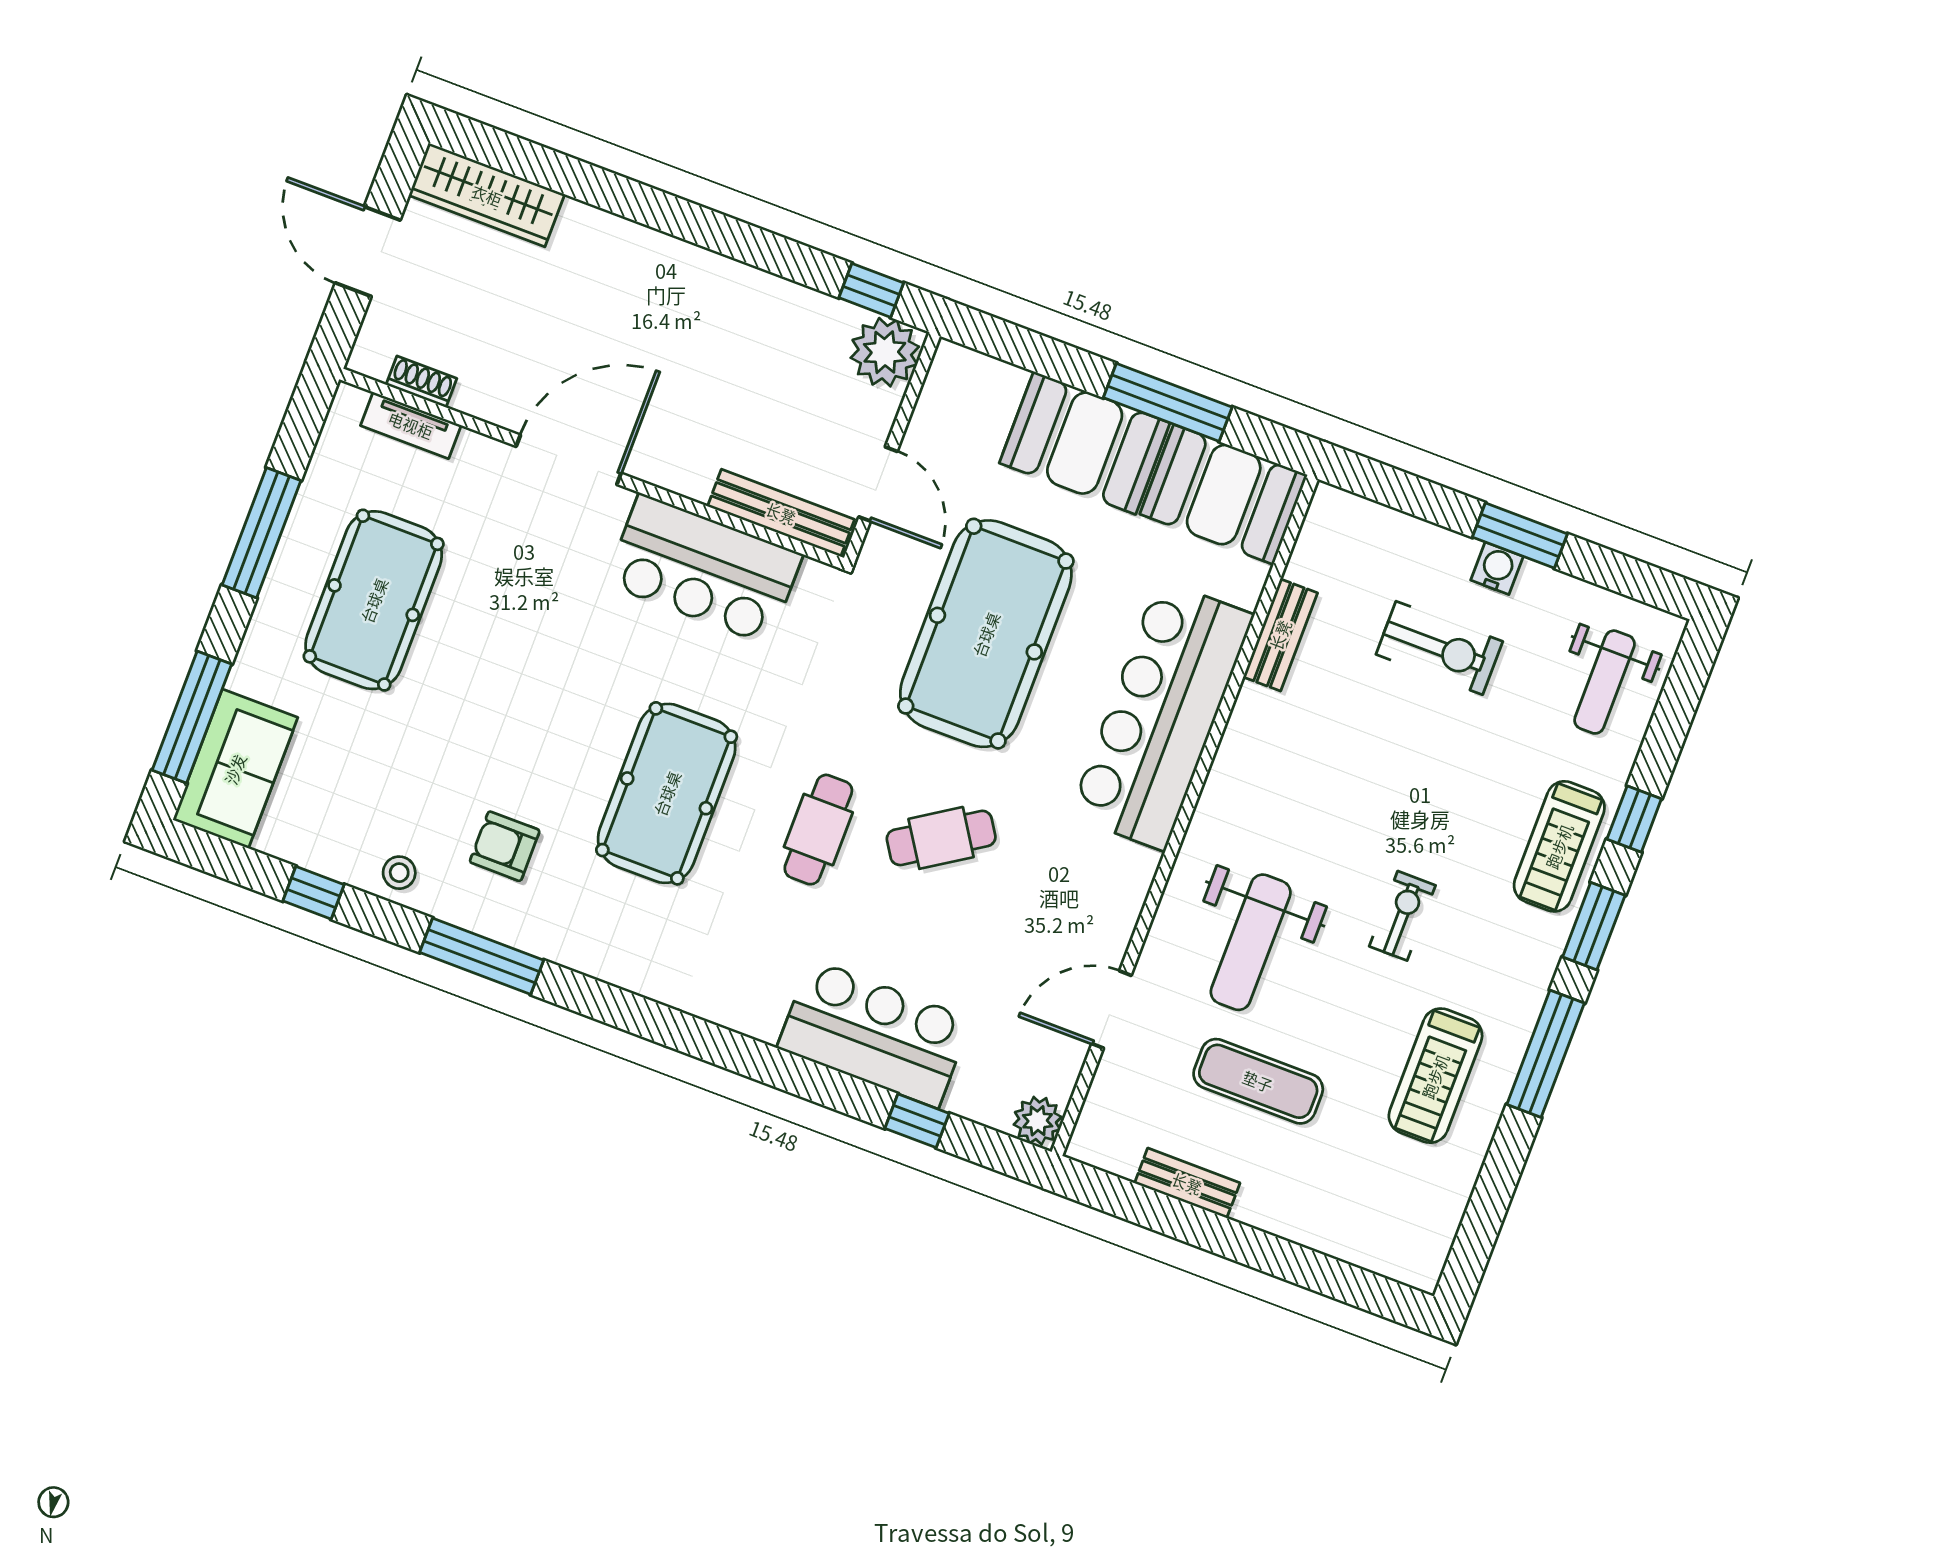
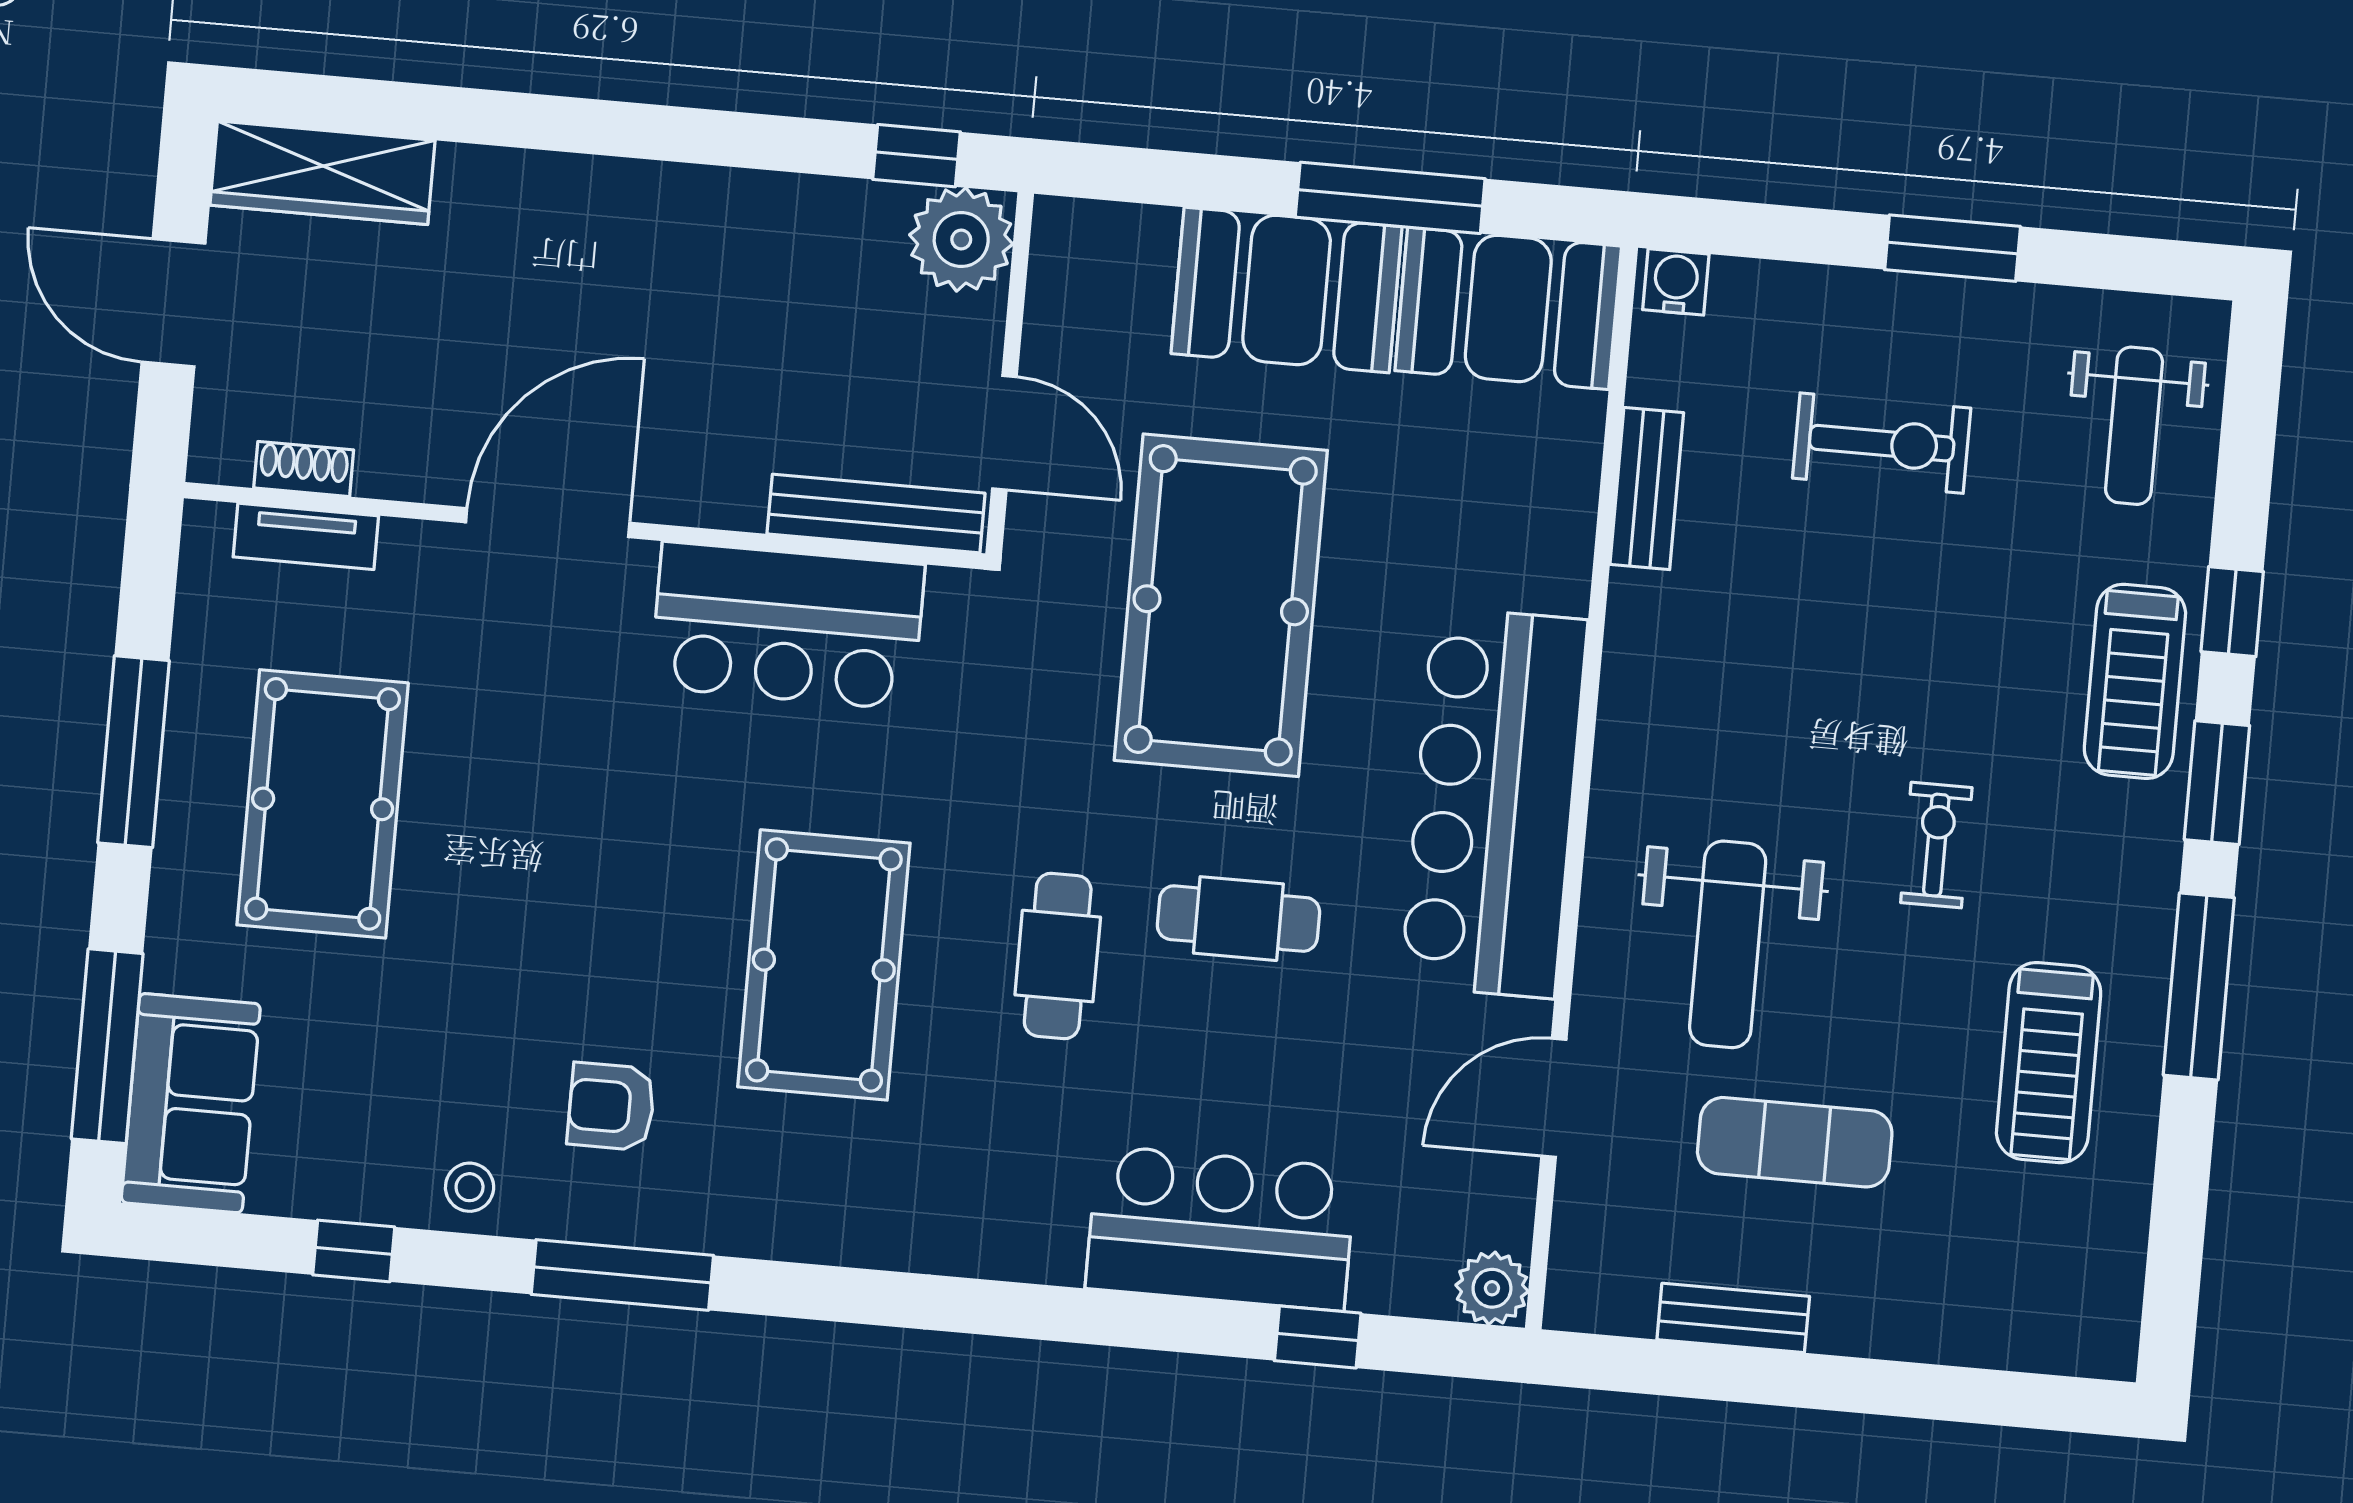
water cooler: (1497, 568) -> (1676, 282), moved
bar counter: (1162, 715) -> (1494, 803), moved
cafe table: (941, 838) -> (1238, 919), turned 33

